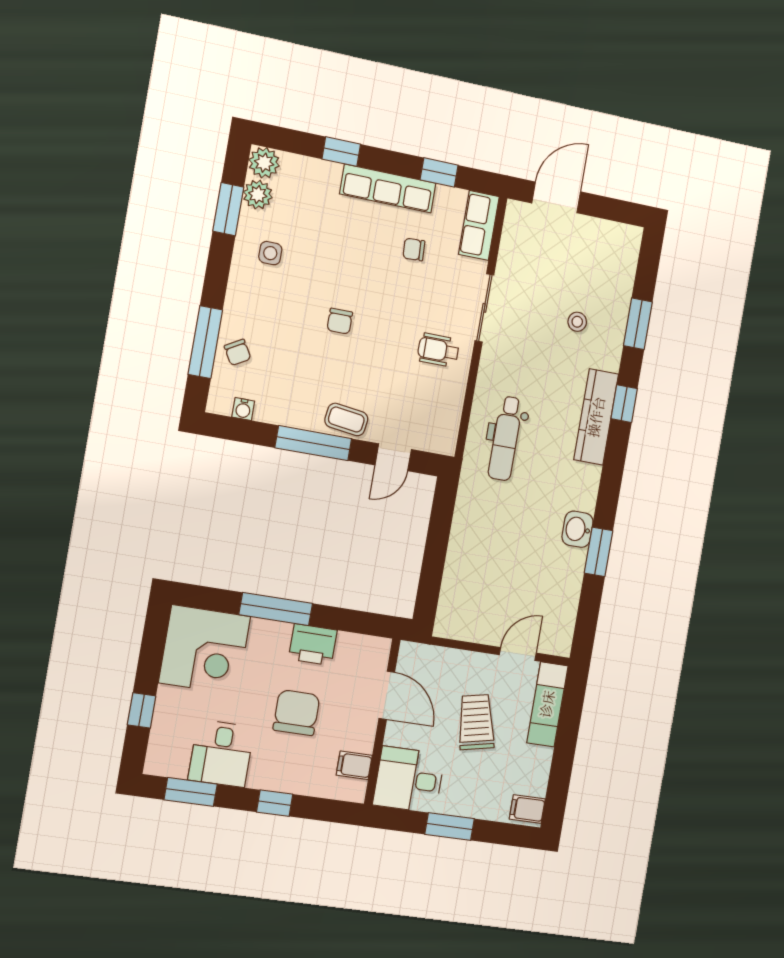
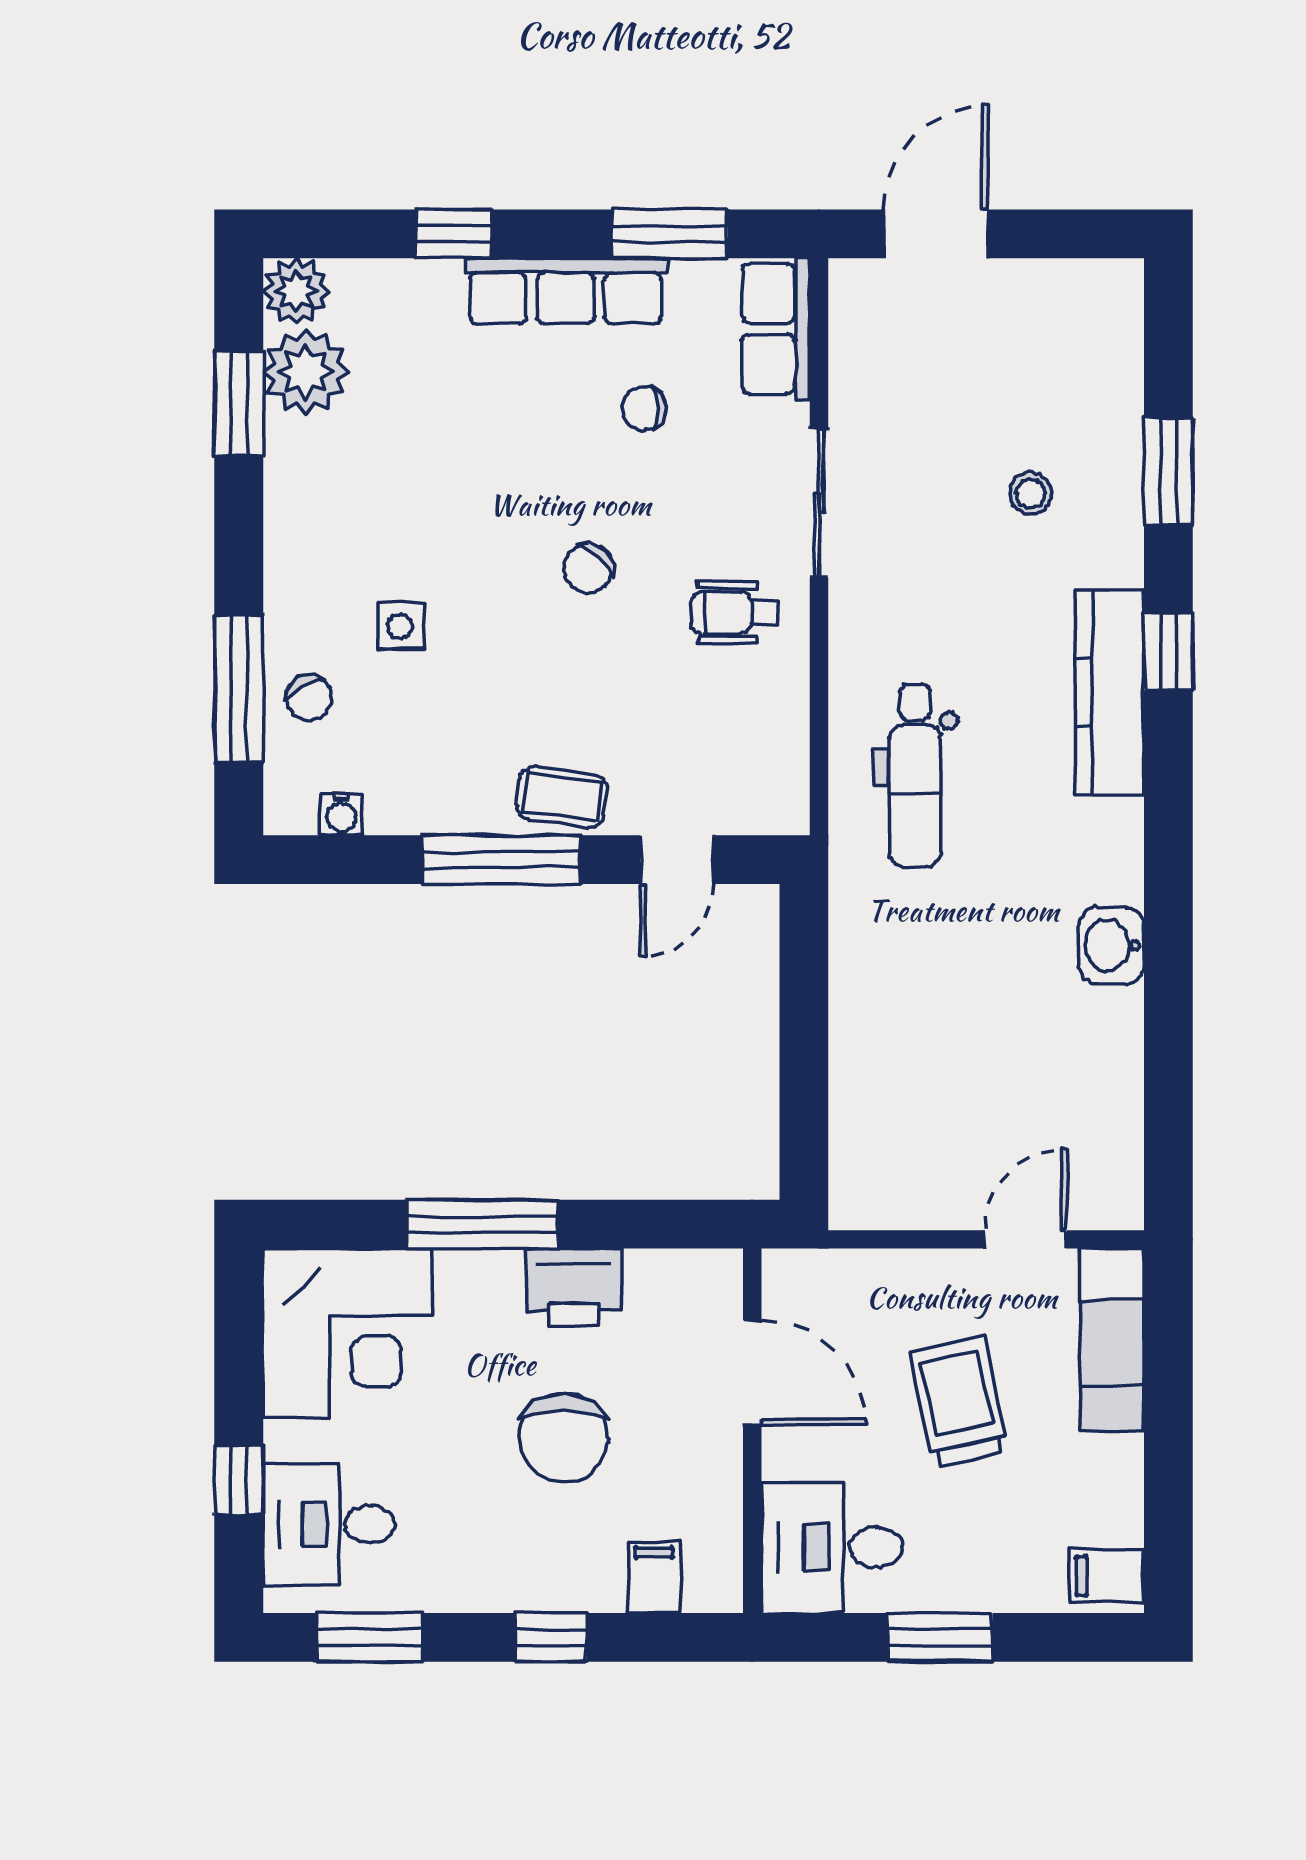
window: (439, 172) -> (670, 234), width x1.50
plant: (258, 195) -> (306, 372), width x1.36, depth x1.36
side table: (270, 253) -> (400, 626), moved
chair: (340, 321) -> (589, 568), moved, turned 41
window: (599, 552) -> (1168, 987), removed
chair: (296, 713) -> (564, 1438), turned 180
desk: (221, 753) -> (329, 1525), moved, turned 90
filing cabinet: (354, 765) -> (654, 1578), moved, turned 90

